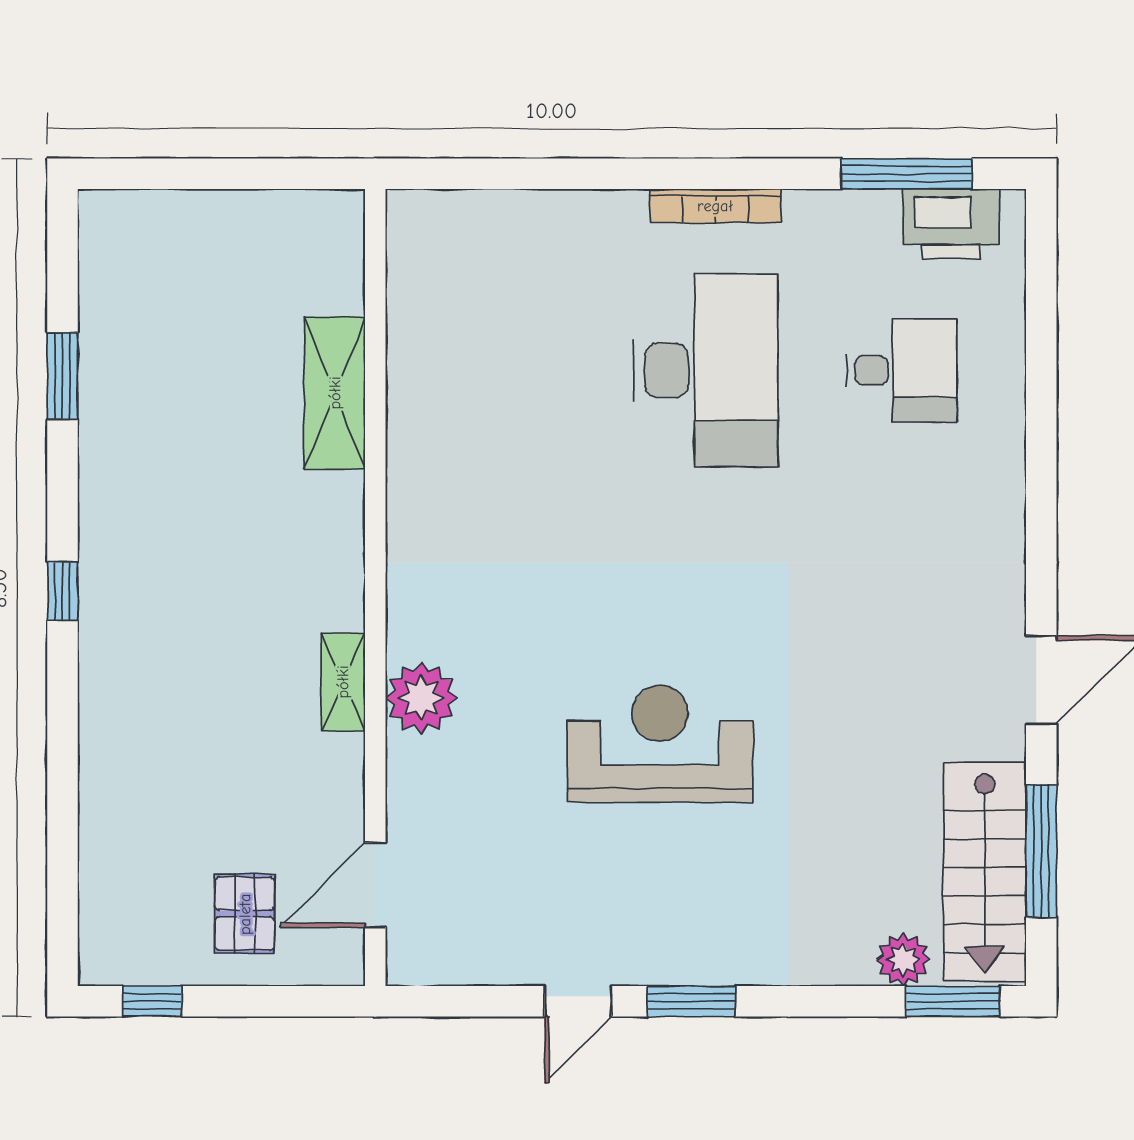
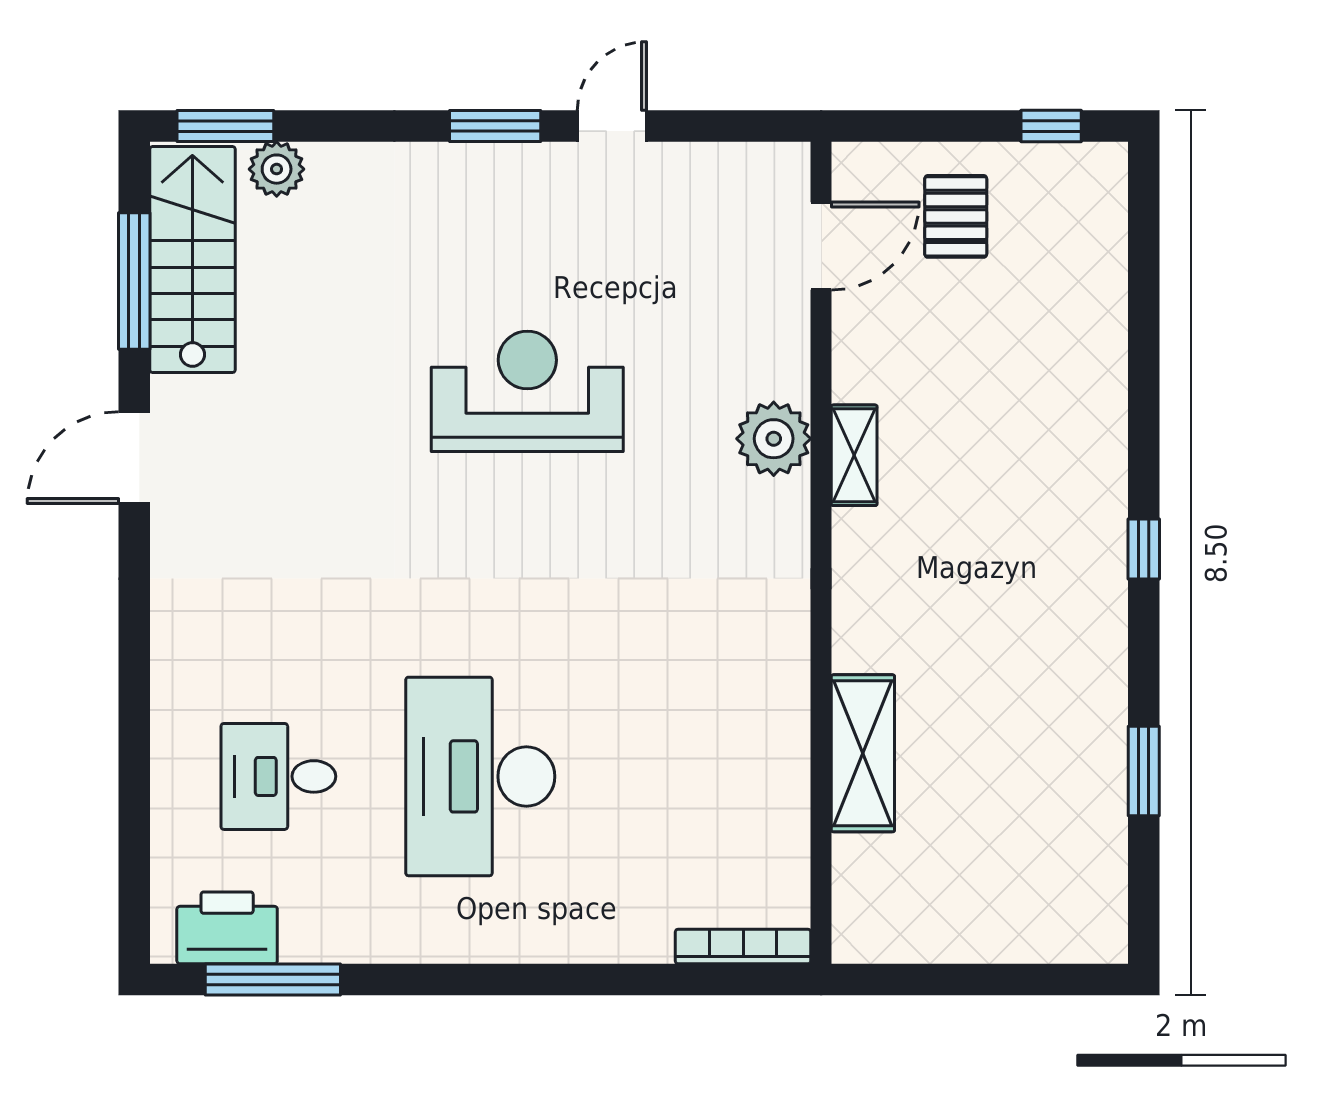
bookcase: (715, 206) -> (743, 946), moved
reception desk: (660, 744) -> (527, 391), turned 180

